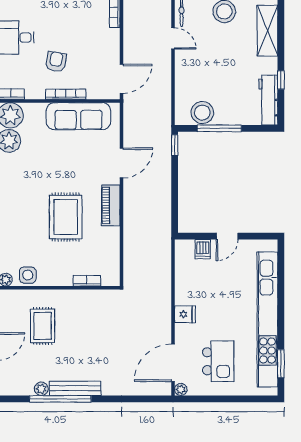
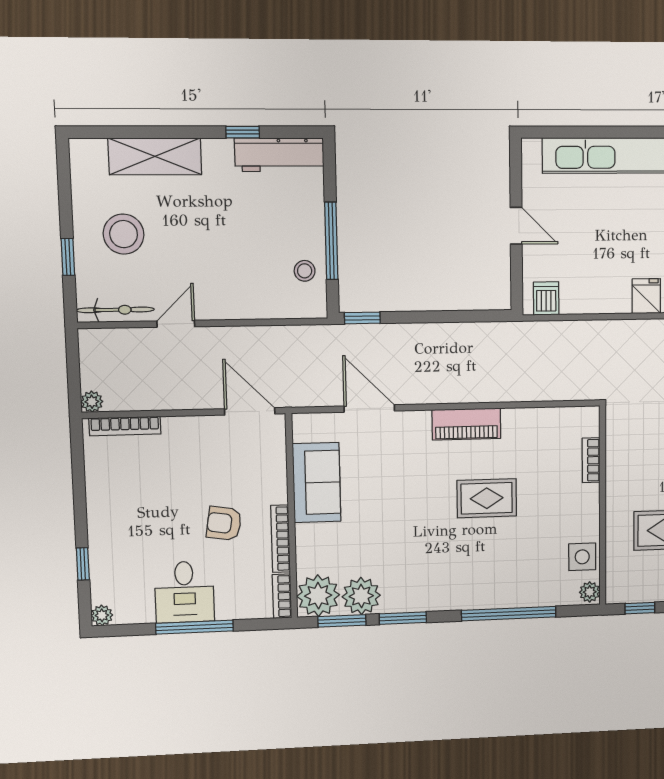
bookcase: (66, 94) -> (281, 539), moved
stool: (202, 113) -> (305, 271), width x0.53, depth x0.53
sofa: (78, 116) -> (317, 482), width x0.73
door: (122, 163) -> (369, 408), moved
rug: (66, 217) -> (487, 498), width x0.73, depth x0.70
dishwasher: (203, 249) -> (546, 298), moved, turned -90

